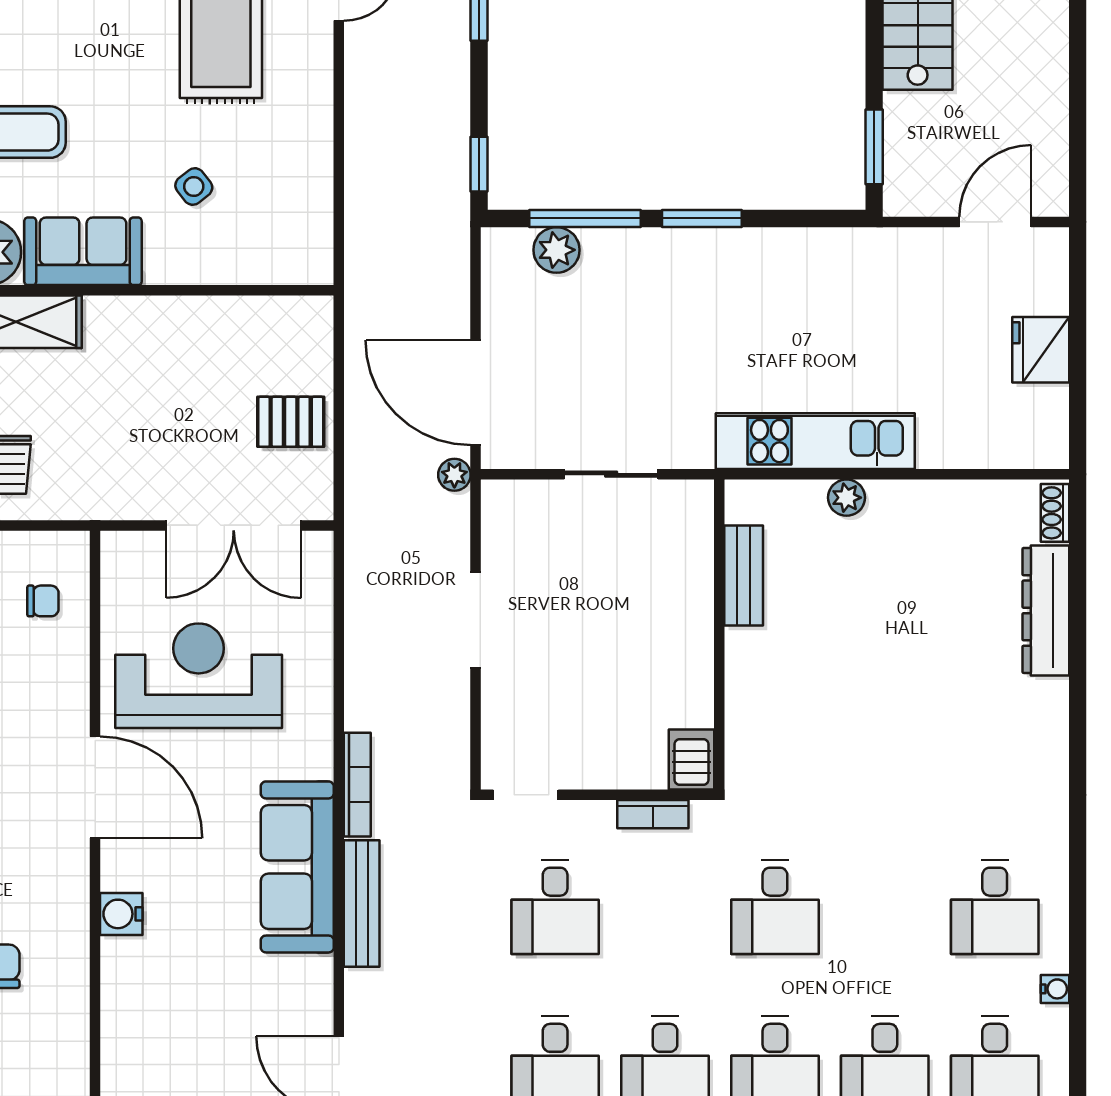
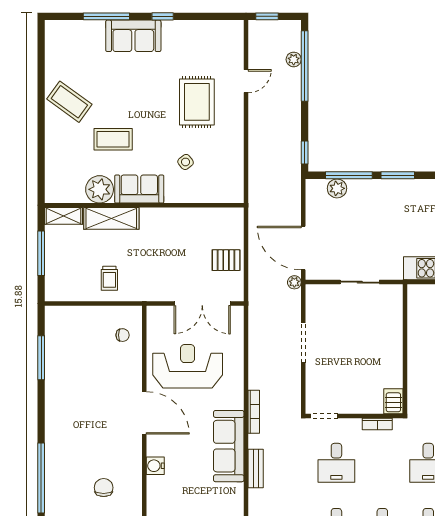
bench: (744, 576) -> (415, 324), removed
bench: (362, 903) -> (256, 468), width x0.73

